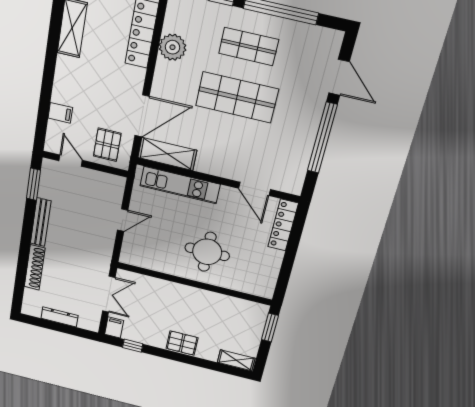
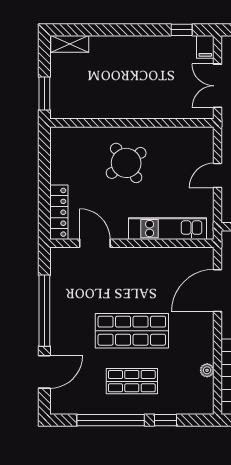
plant: (172, 47) -> (207, 370), width x0.53, depth x0.53
door: (339, 77) -> (44, 372), swing flipped
shelving: (167, 154) -> (186, 258), removed
round table: (207, 252) -> (126, 163), turned -35
pallet: (182, 343) -> (130, 48), removed

